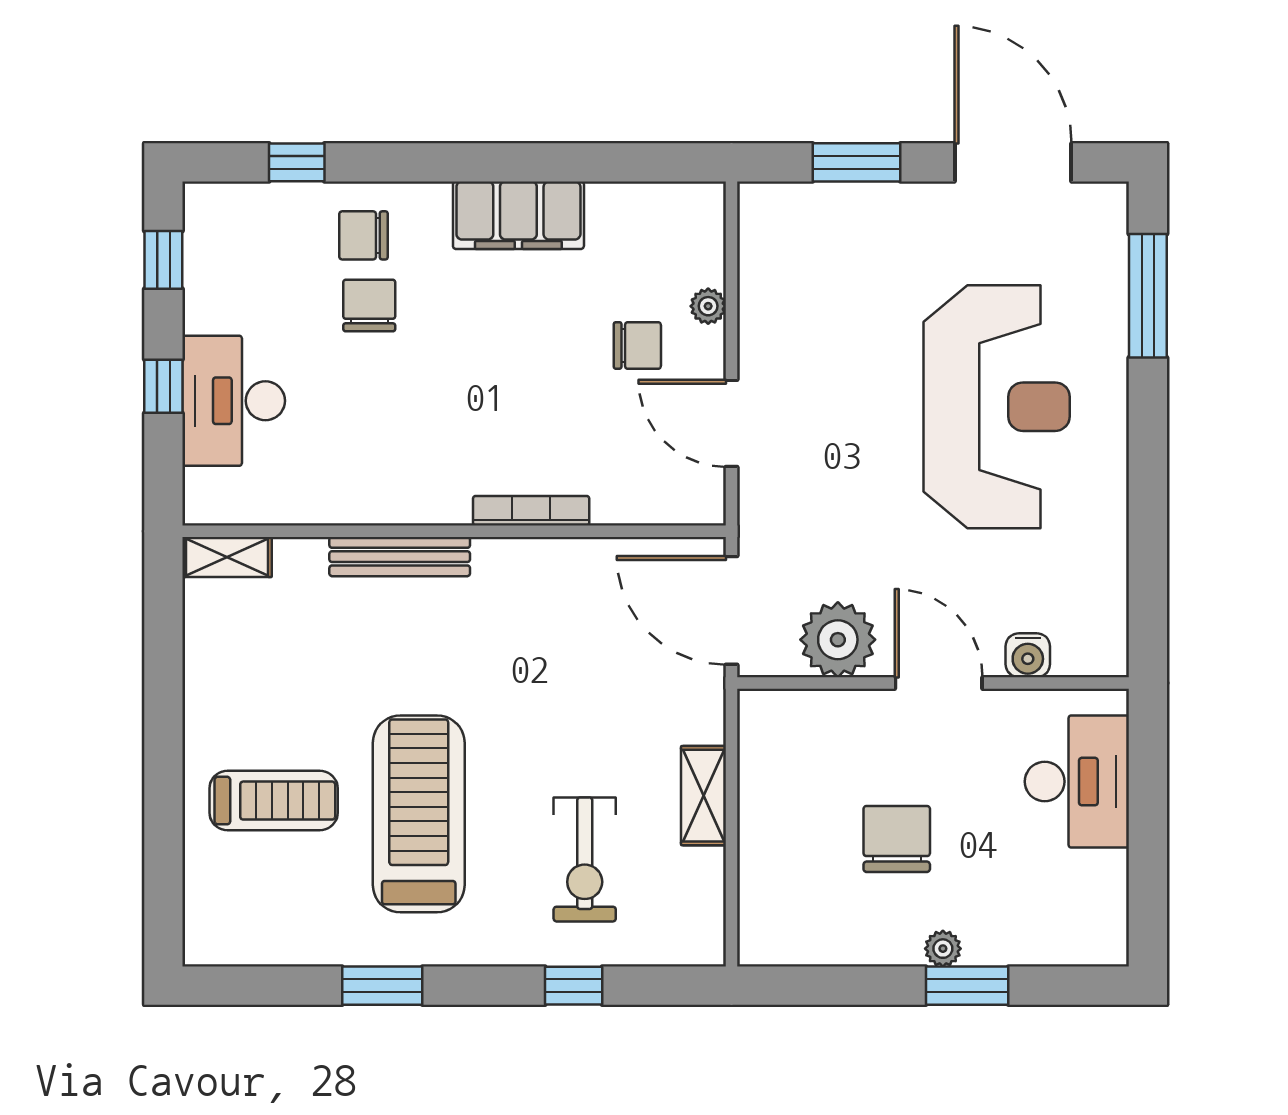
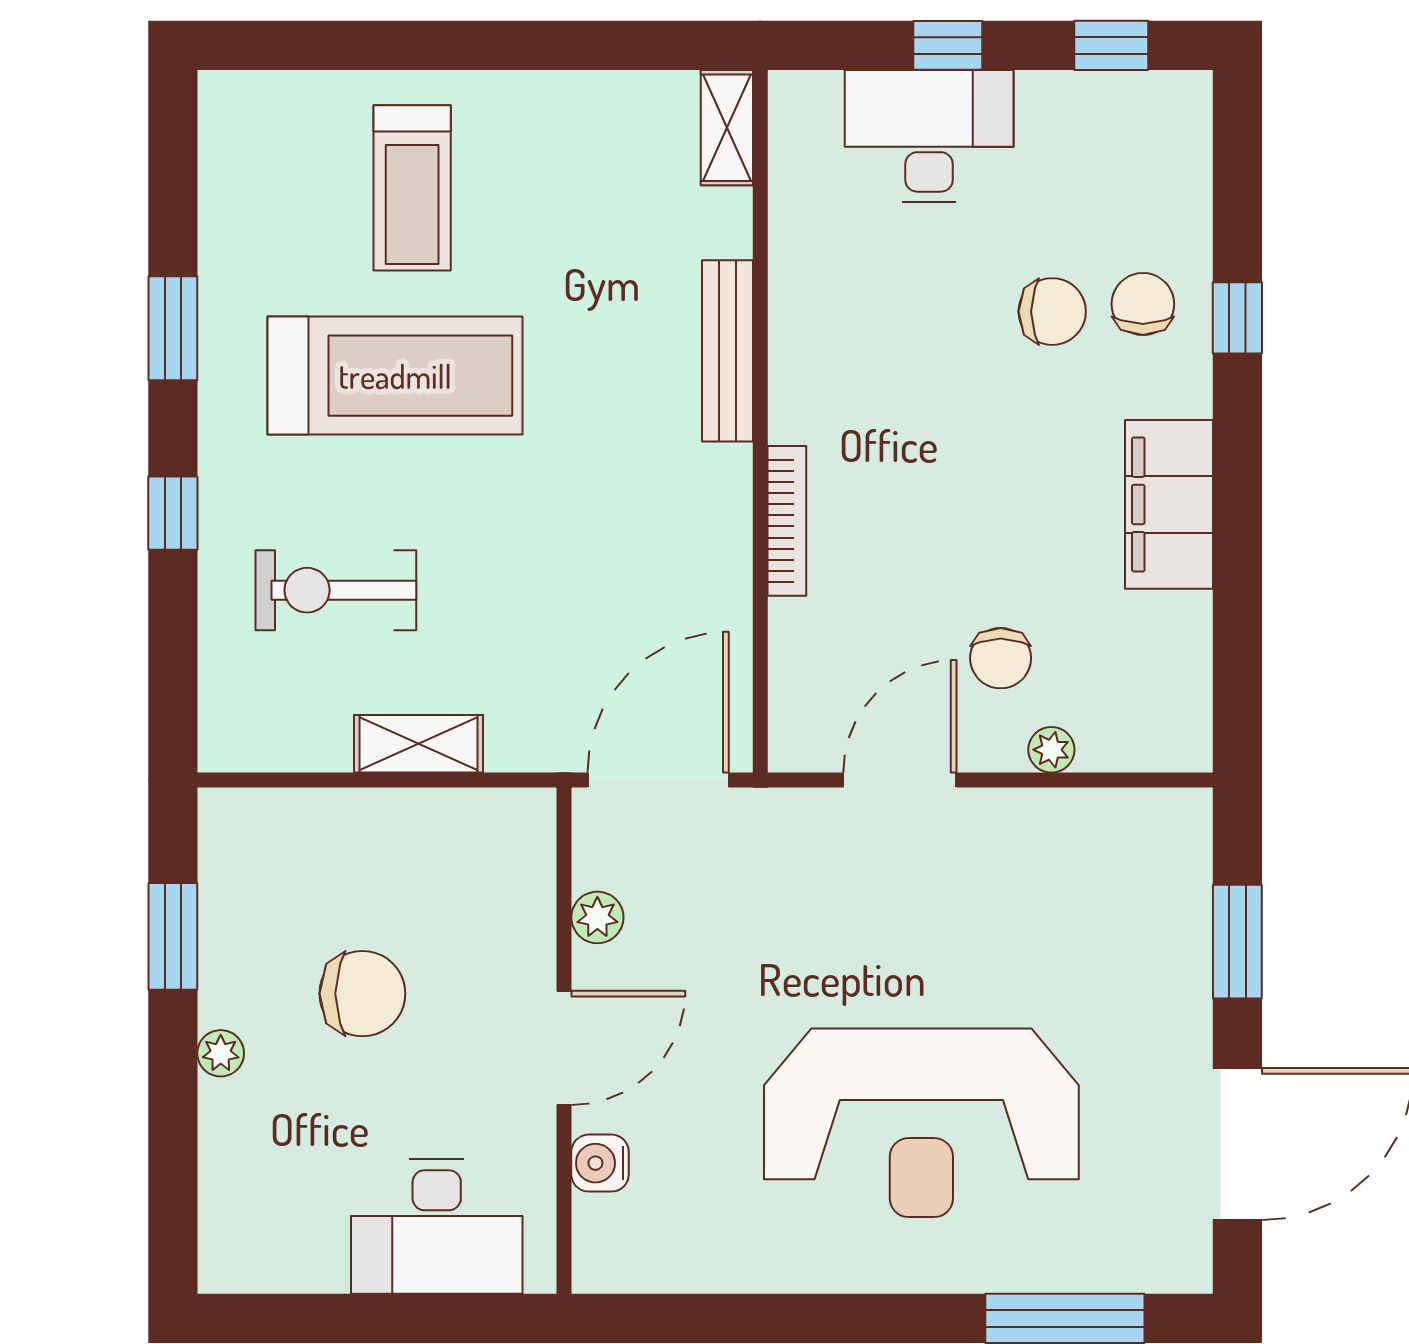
window: (297, 162) -> (1237, 318), moved
plant: (838, 640) -> (597, 917), width x0.53, depth x0.53
window: (574, 986) -> (173, 513), moved
window: (967, 986) -> (173, 936), moved

